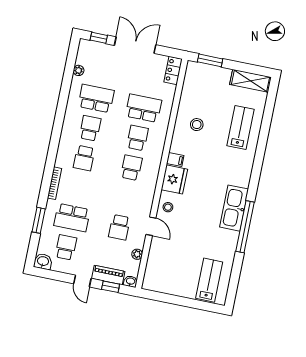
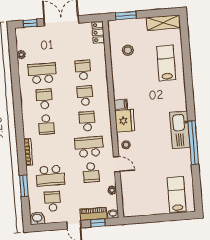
school desk: (144, 108) -> (83, 70), width x0.54
stool: (197, 125) -> (128, 50), moved
school desk: (125, 197) -> (89, 147), added

